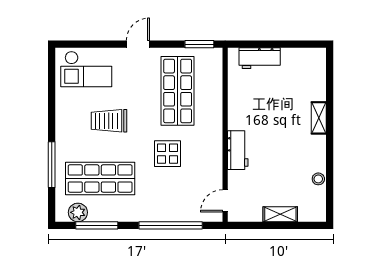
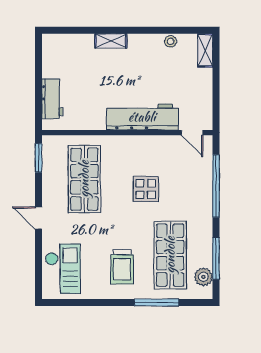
shop shelf: (178, 91) -> (84, 179), turned 90
trolley: (109, 121) -> (122, 267), moved
workbench: (238, 150) -> (142, 117), width x1.88, depth x1.32
shelving: (280, 214) -> (205, 50), moved

